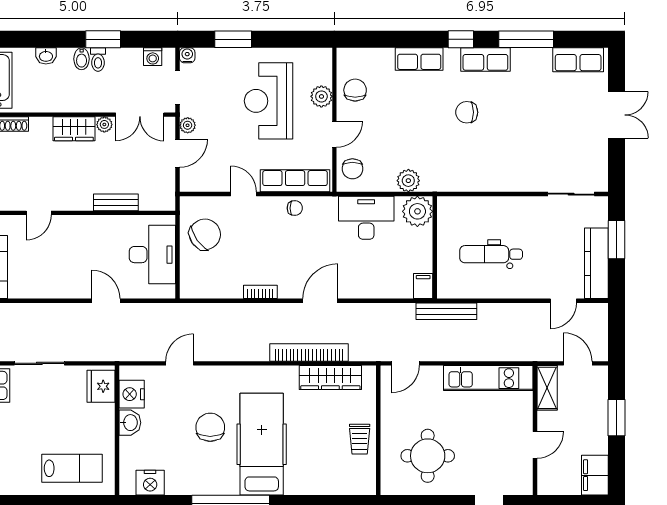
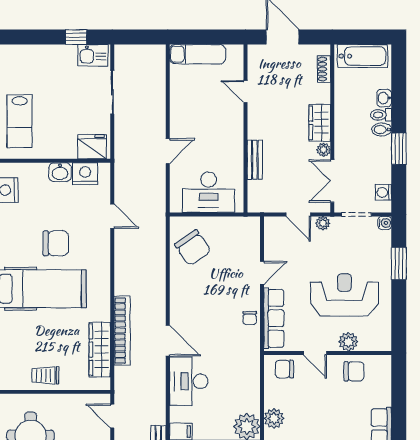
toilet: (98, 60) -> (381, 115), moved
desk: (366, 218) -> (189, 381), moved, turned 180
chair: (205, 234) -> (193, 248), moved
bookcase: (260, 292) -> (176, 288), removed

